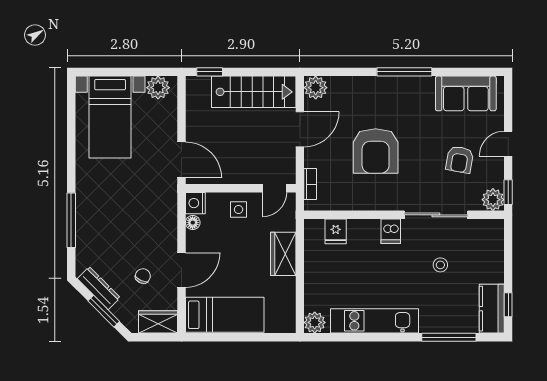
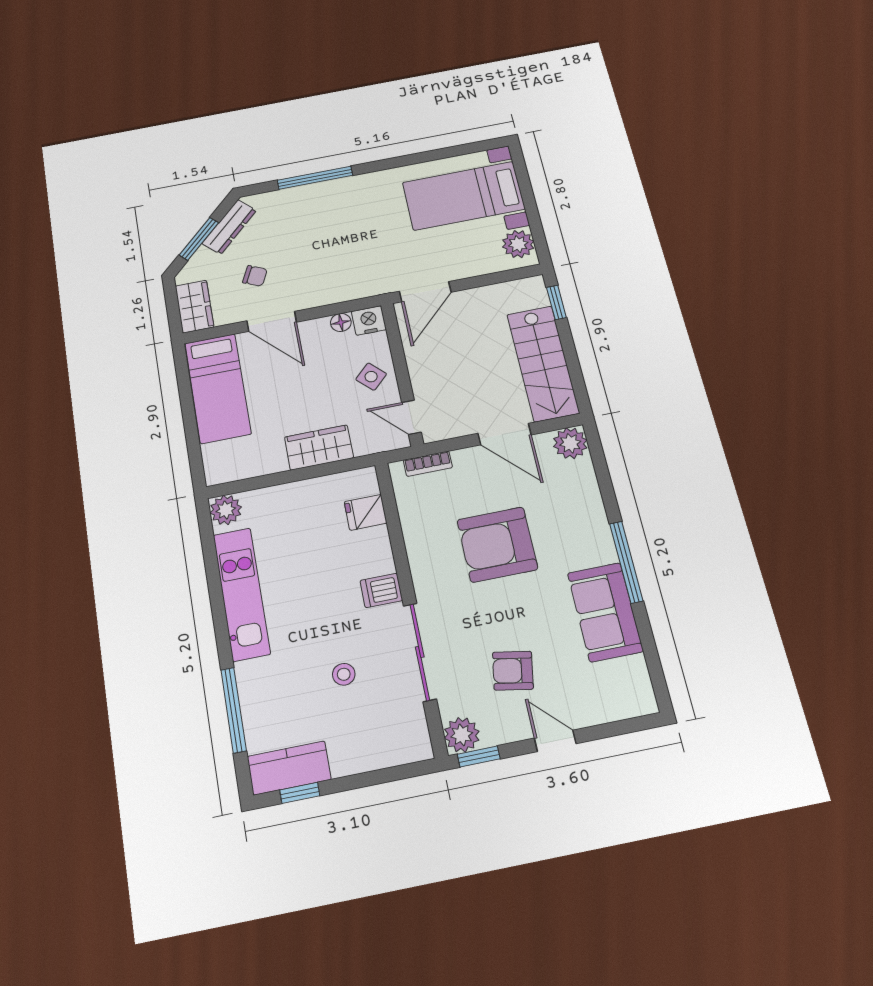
sofa: (466, 93) -> (605, 612), moved
side table: (239, 209) -> (371, 377), turned 45

